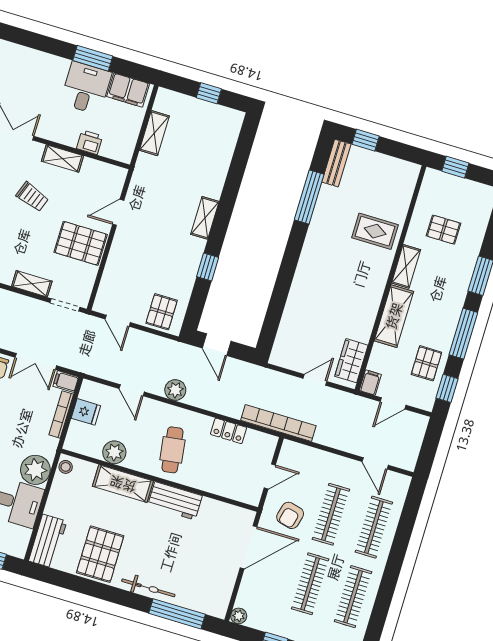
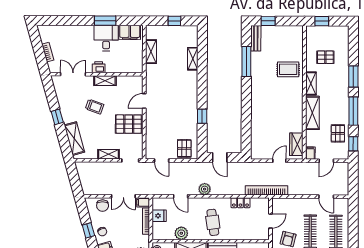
printer: (90, 142) -> (99, 67), moved
shelving: (205, 218) -> (193, 59), moved

